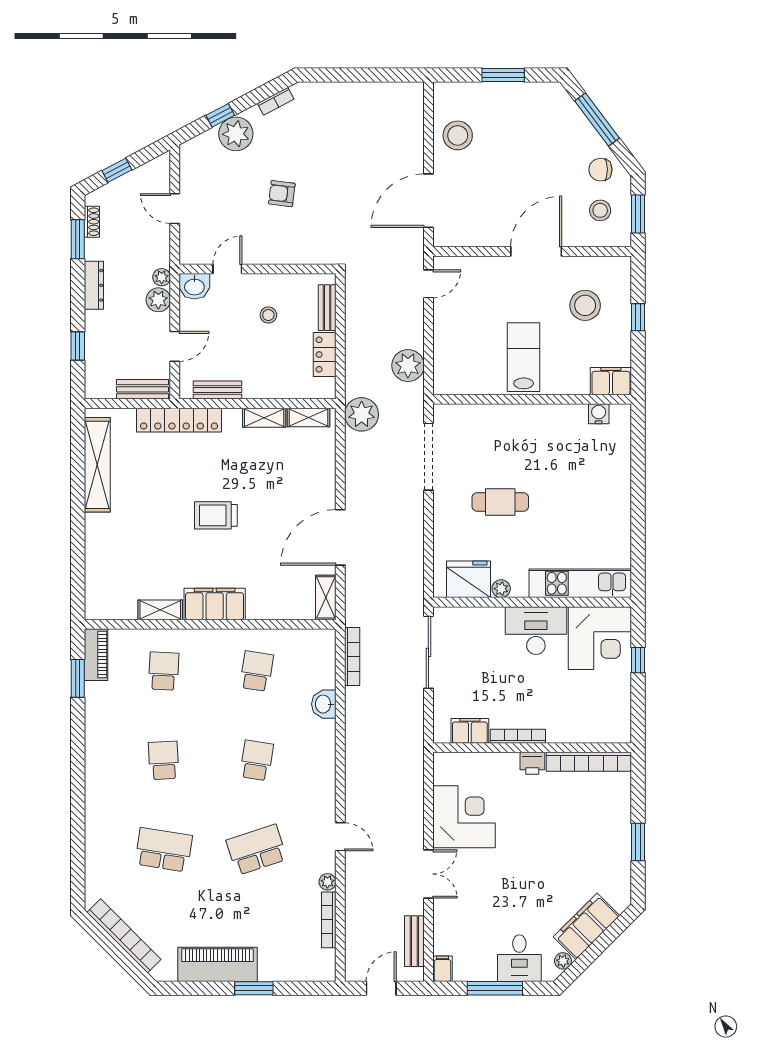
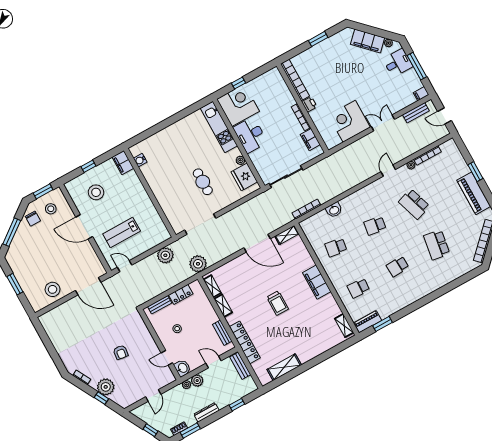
lab bench: (524, 357) -> (122, 233), moved
shelving: (97, 465) -> (284, 367), width x0.68
shelving: (160, 610) -> (344, 326), moved

